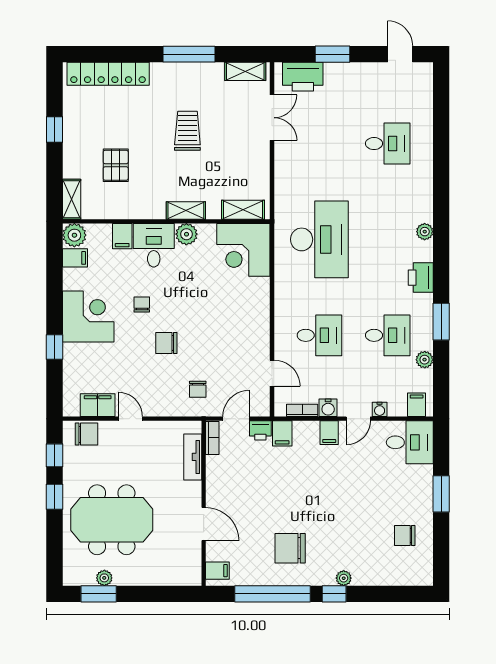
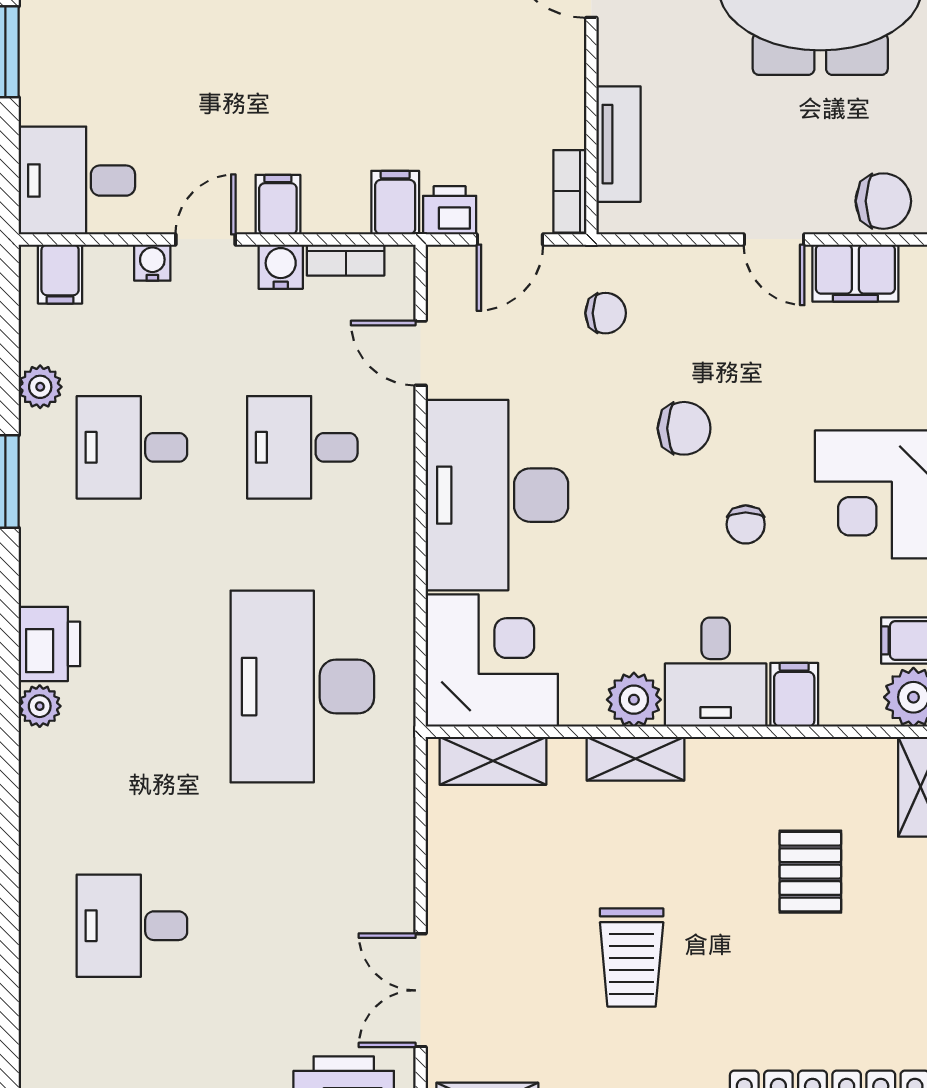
printer: (421, 278) -> (49, 644), moved
desk: (241, 316) -> (497, 495), added
chair: (198, 389) -> (606, 313), turned 90
chair: (86, 434) -> (883, 201), turned 180

